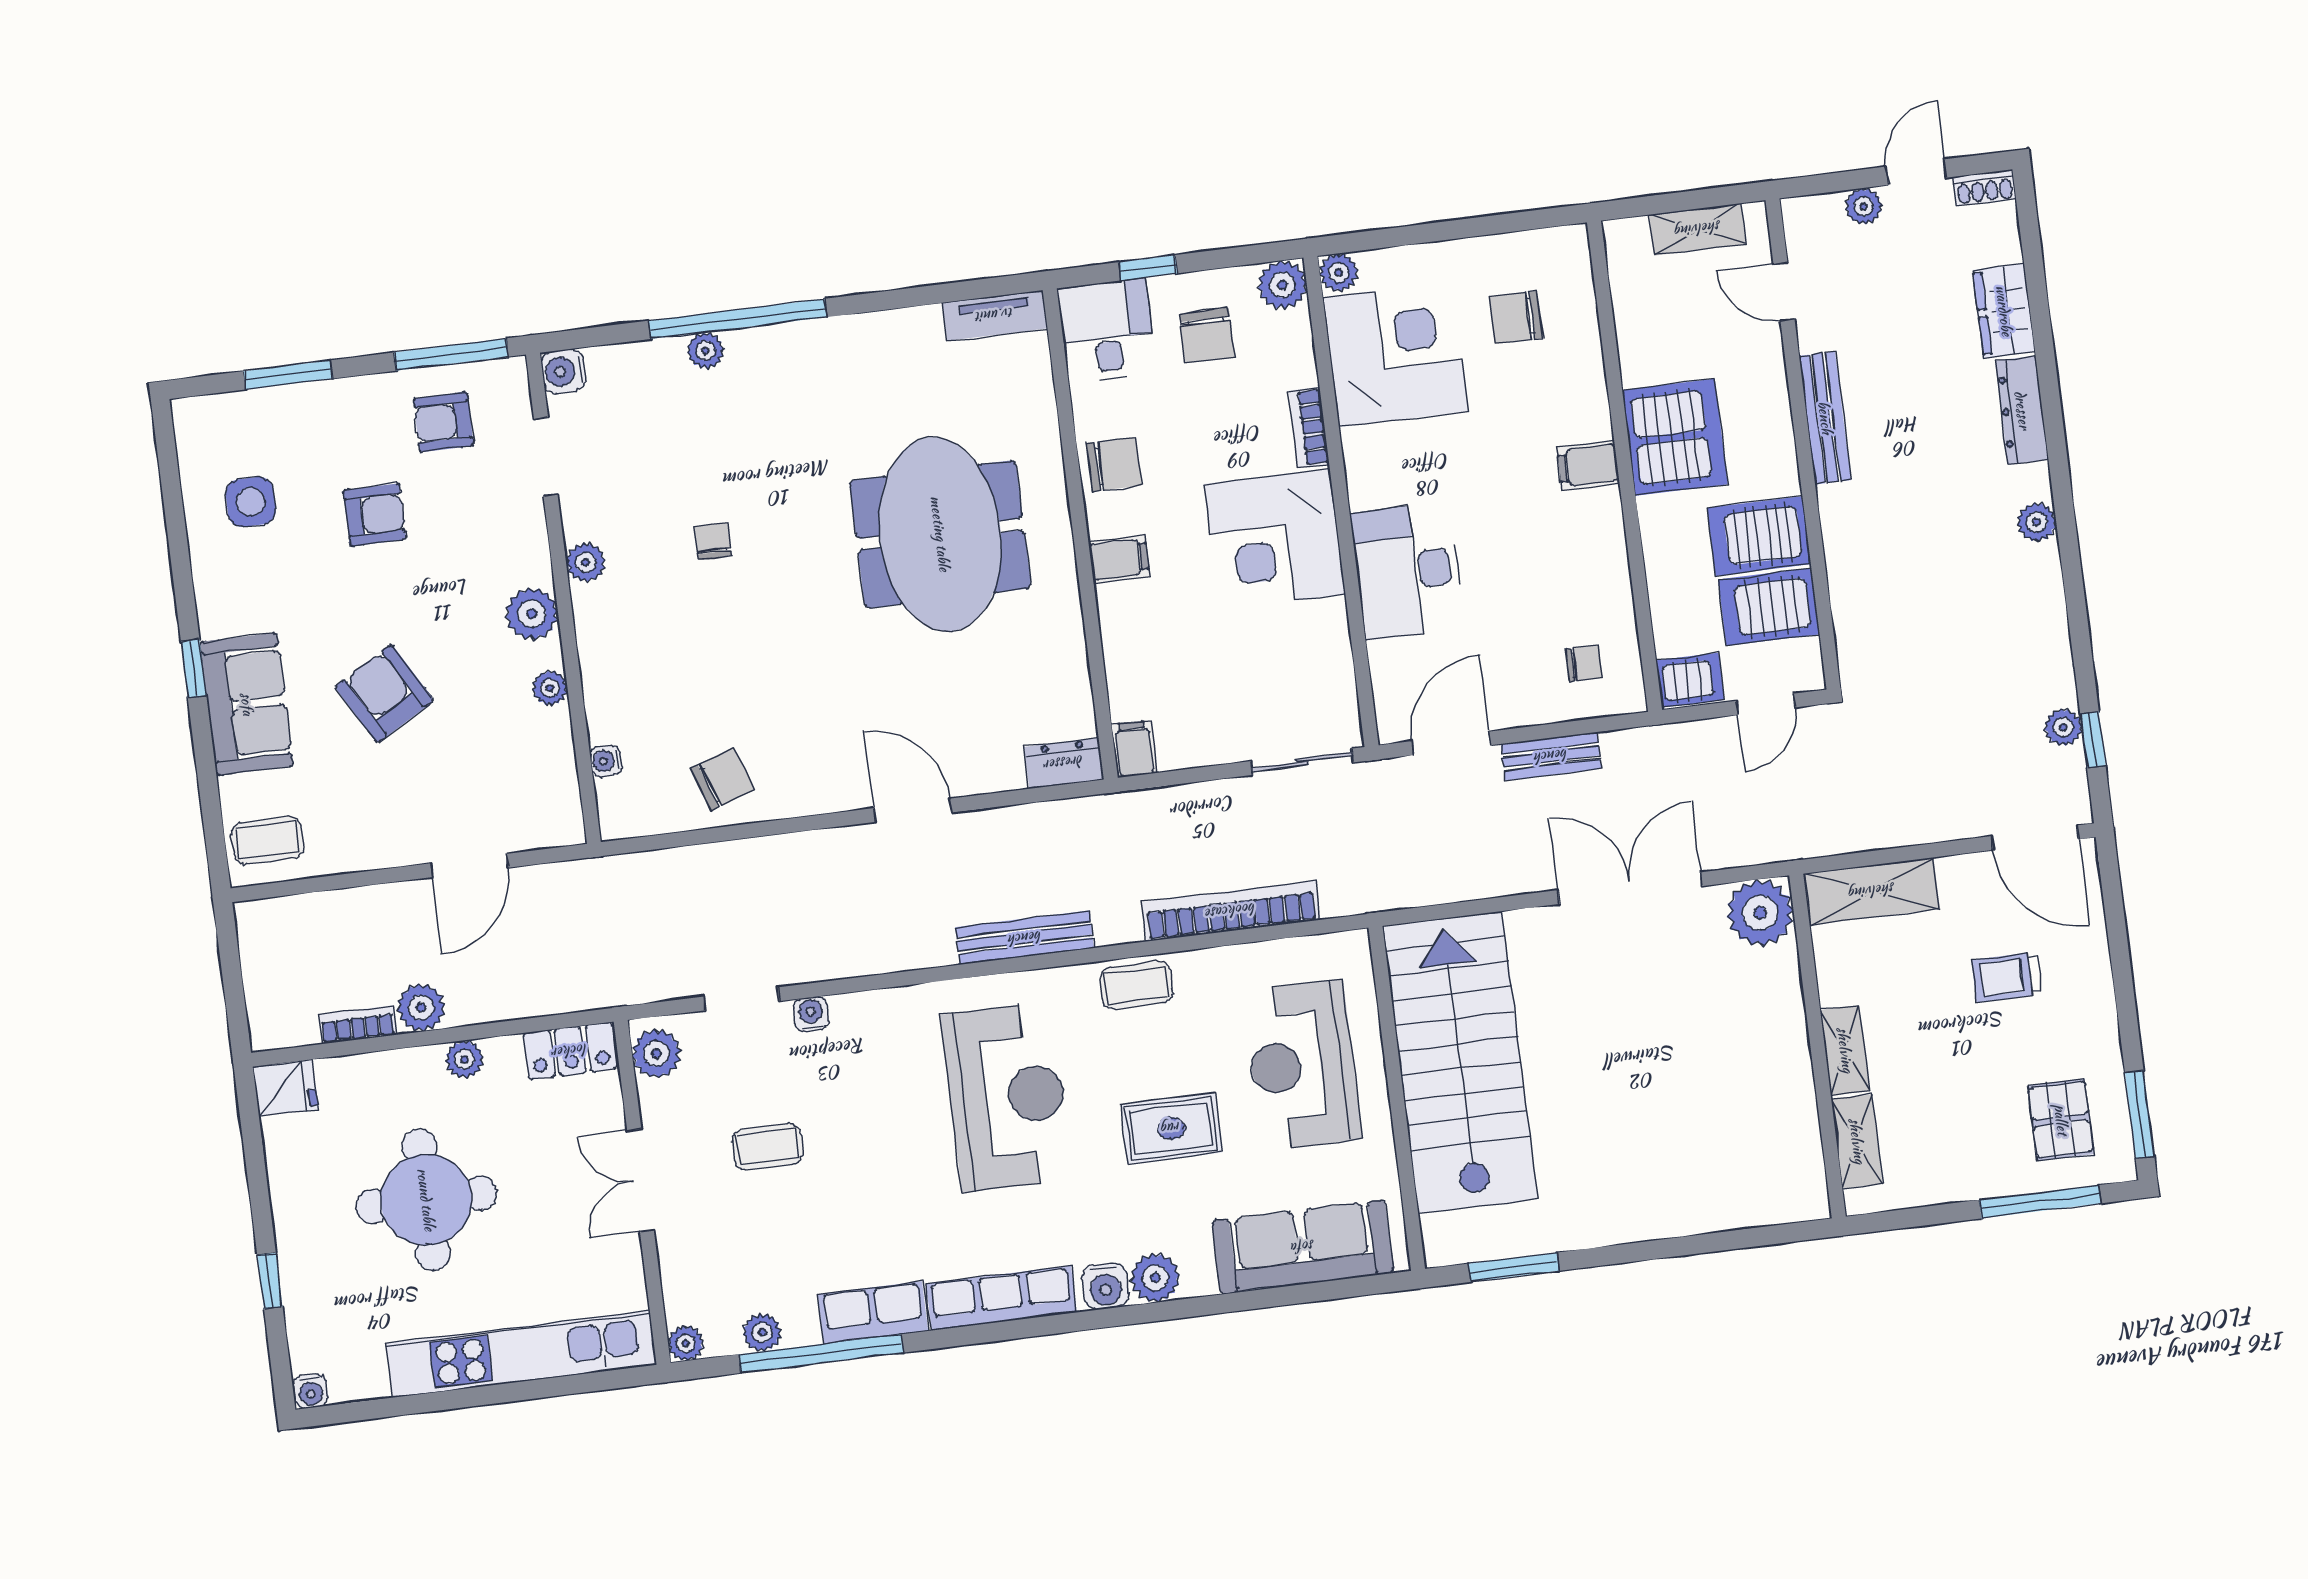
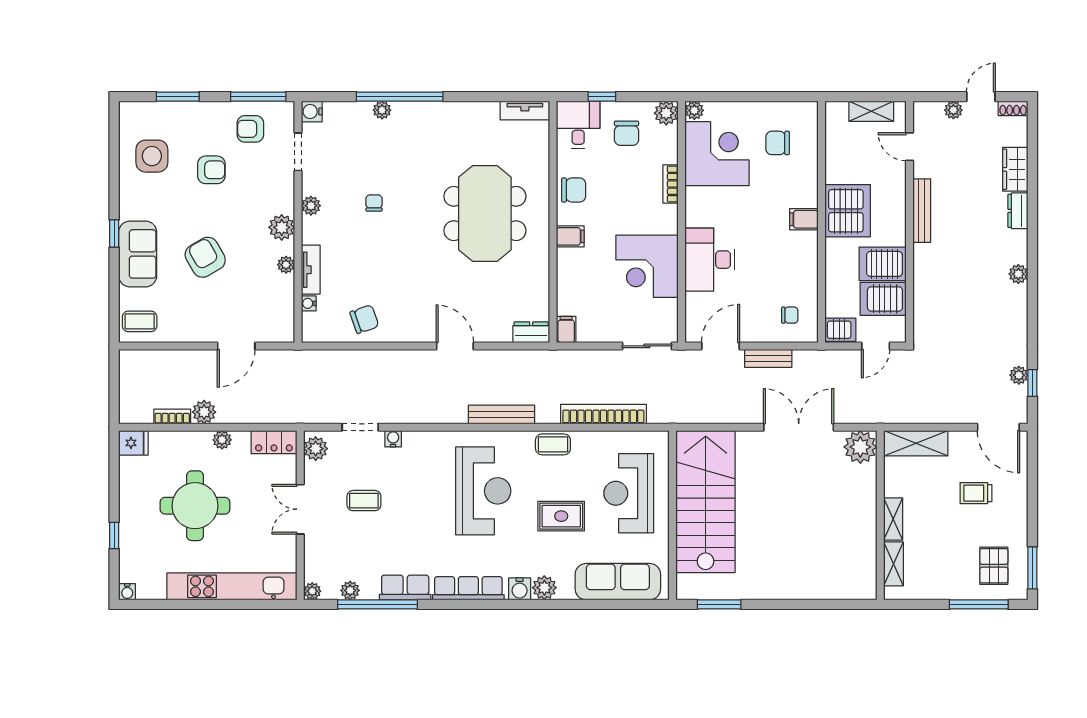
dresser: (2022, 410) -> (1018, 211), width x0.70
side table: (251, 502) -> (152, 156), width x1.37, depth x1.37
corner desk: (1275, 539) -> (647, 266), moved
tv unit: (601, 692) -> (311, 270), added

